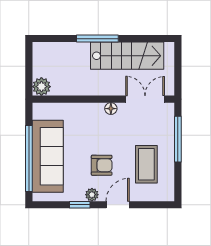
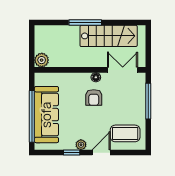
coffee table: (146, 164) -> (125, 133), moved, turned 90
armchair: (102, 165) -> (94, 98), moved, turned 90

